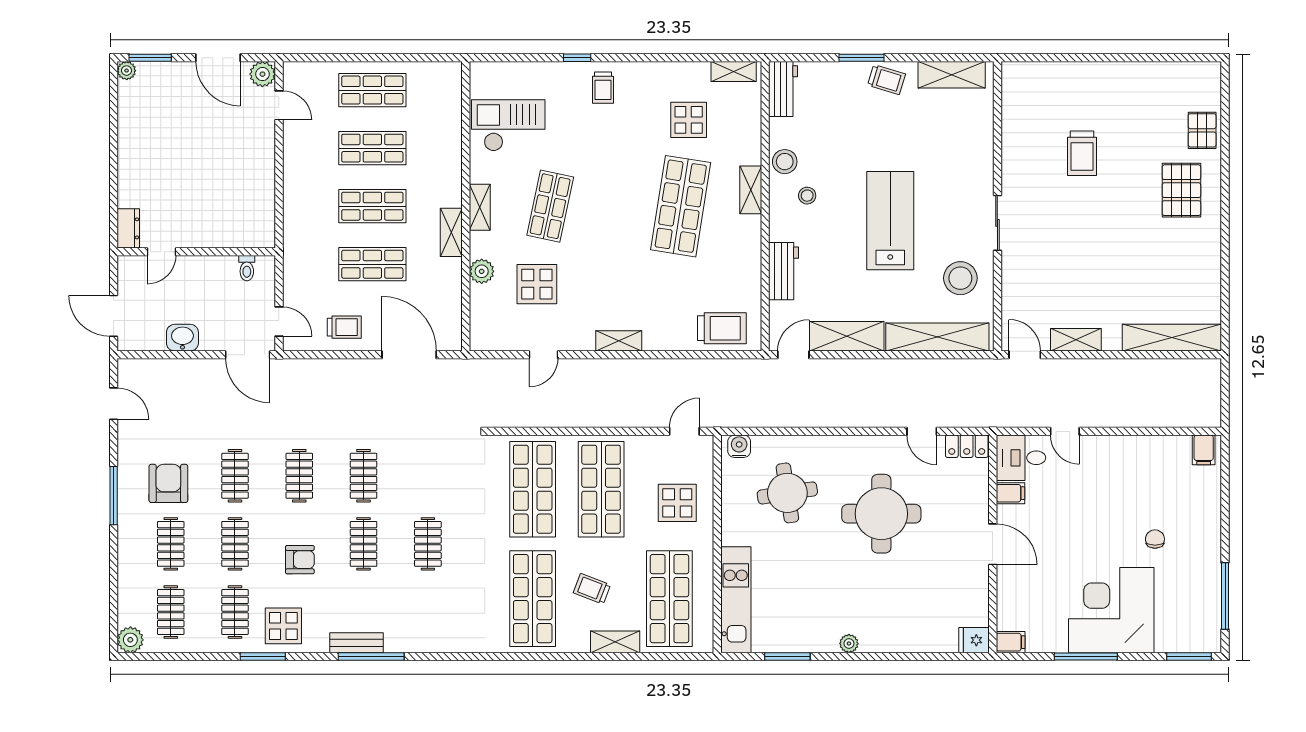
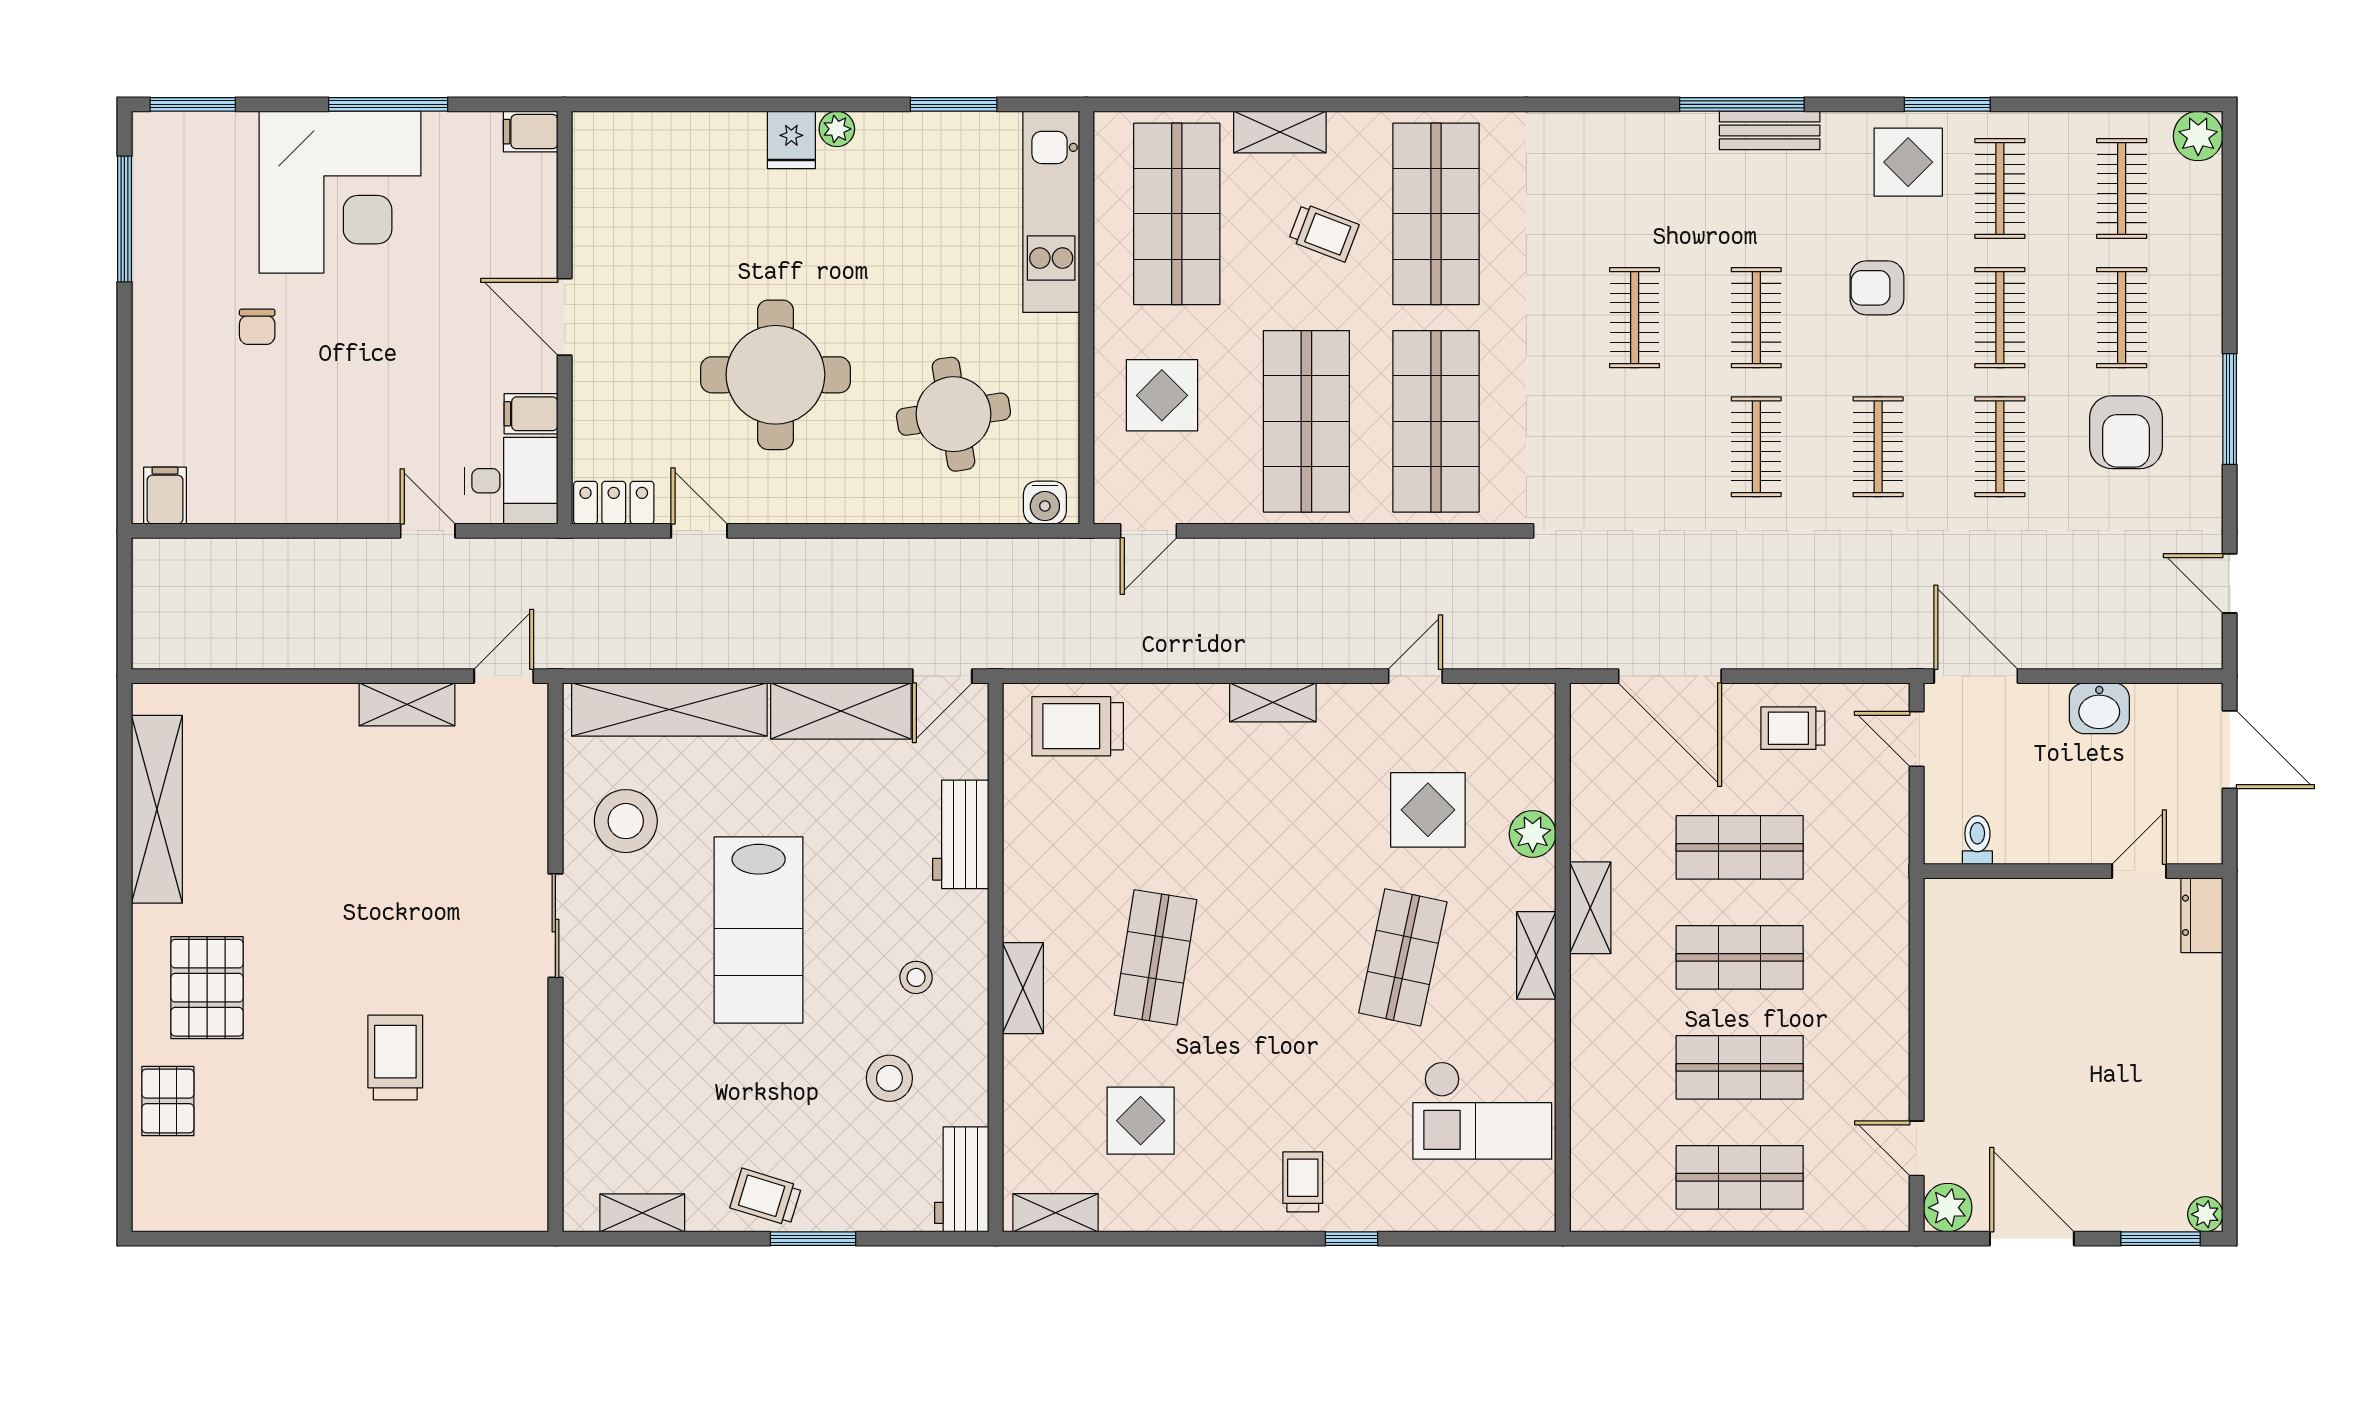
shelving: (952, 75) -> (642, 1213), width x0.67, depth x0.75
stool: (785, 162) -> (889, 1078), moved
shop shelf: (681, 206) -> (1156, 957), width x0.70, depth x0.74
shelving: (1172, 338) -> (157, 809), moved, turned 90
door: (1025, 355) -> (504, 676), swing flipped
fridge: (974, 640) -> (791, 140), moved, turned 90

